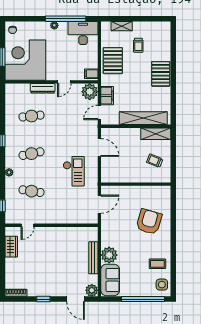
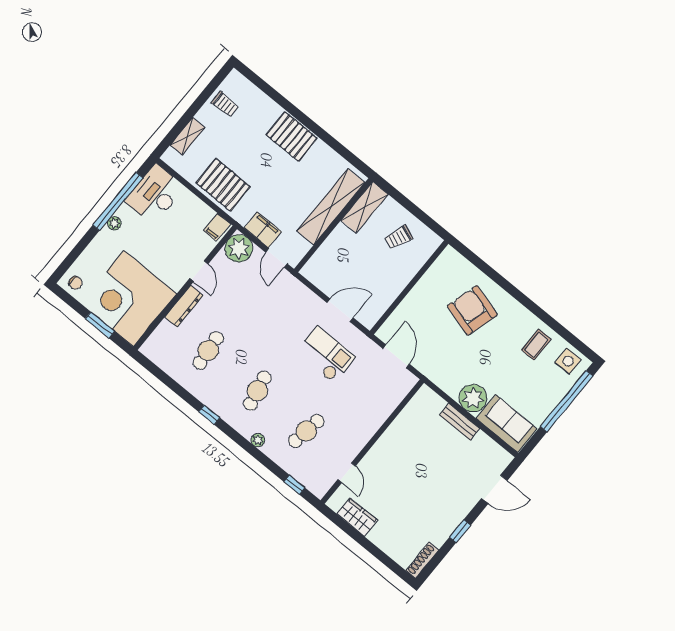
trolley: (138, 45) -> (225, 104), moved
door: (99, 147) -> (340, 310), moved
bench: (93, 258) -> (460, 422), width x0.73
plant: (92, 290) -> (500, 459), removed

